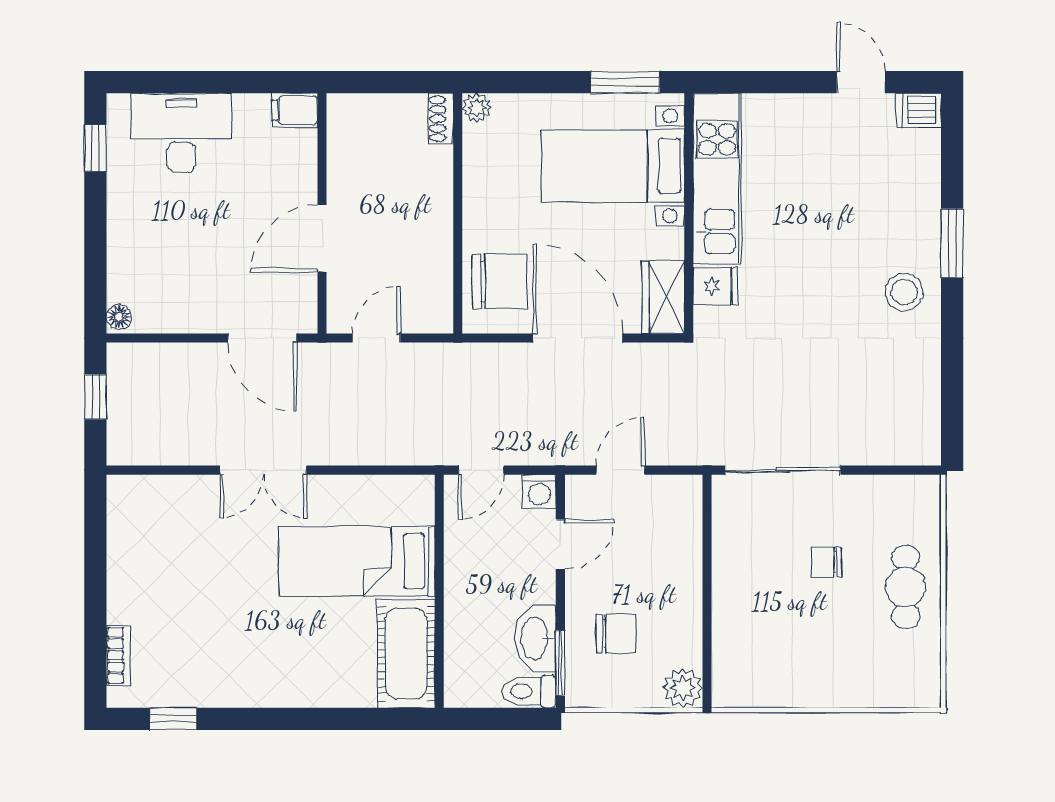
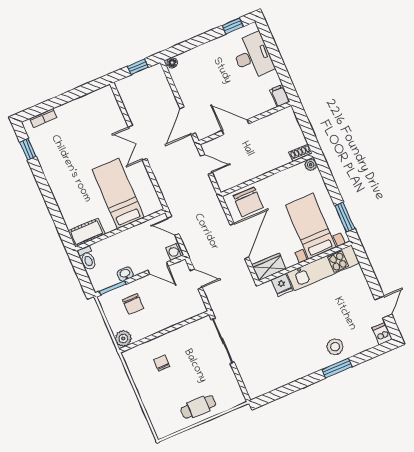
stool: (904, 292) -> (335, 347), moved
chair: (826, 562) -> (162, 363), moved
washbasin: (535, 638) -> (125, 274), width x0.52, depth x0.69
cot: (406, 654) -> (87, 233), width x0.73, depth x0.75
toilet: (529, 691) -> (87, 258), moved, turned 180

